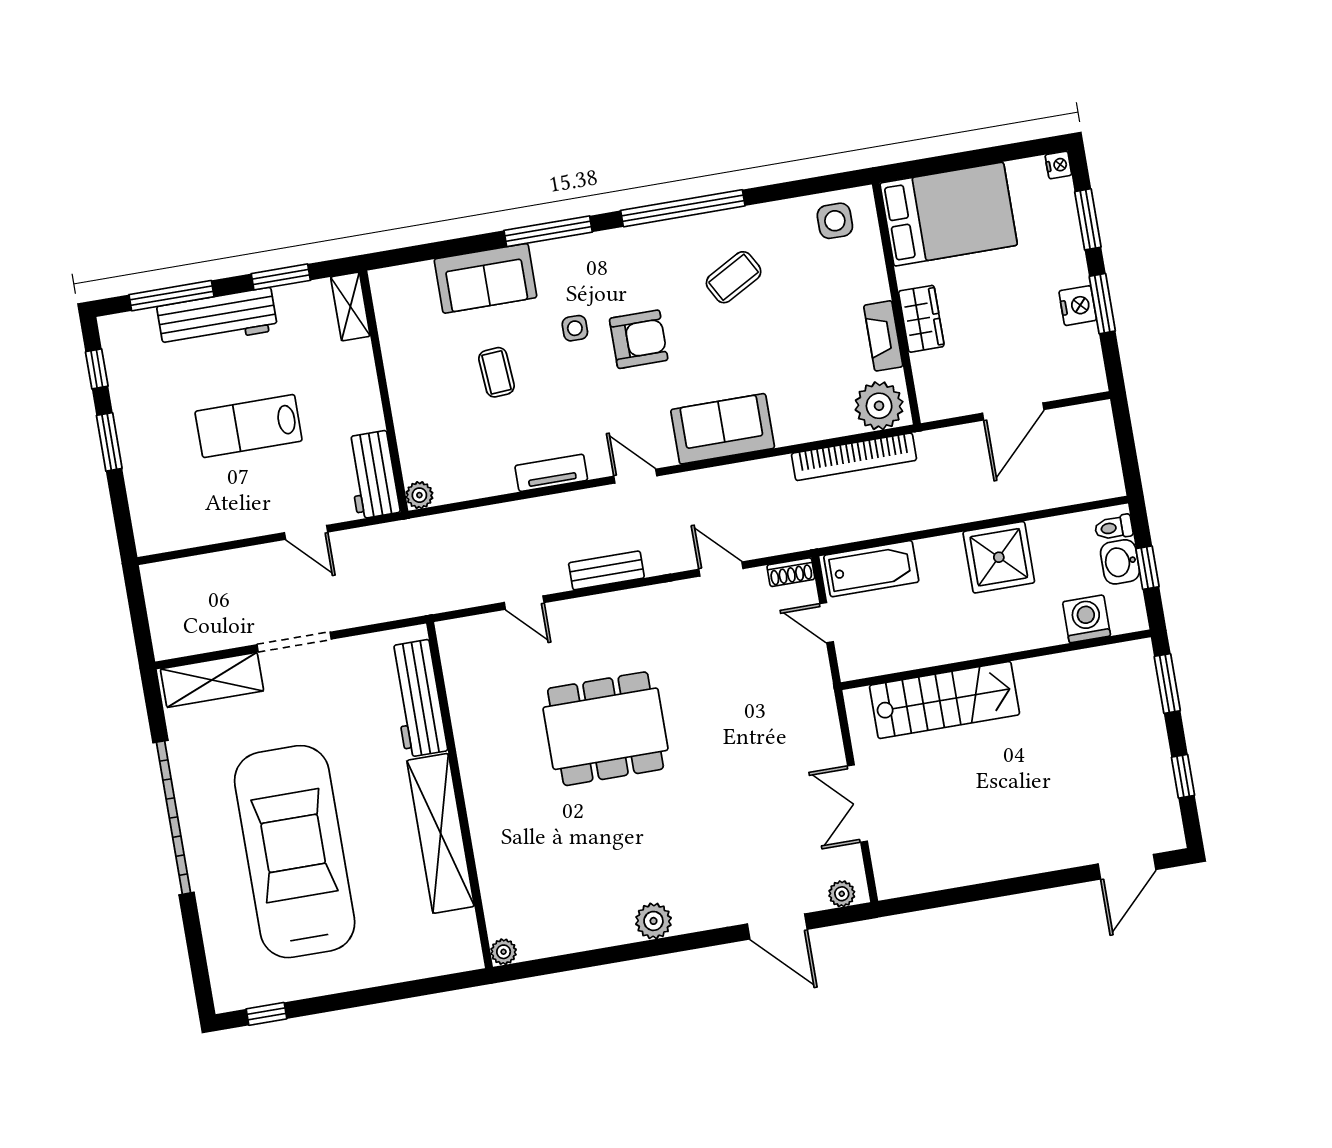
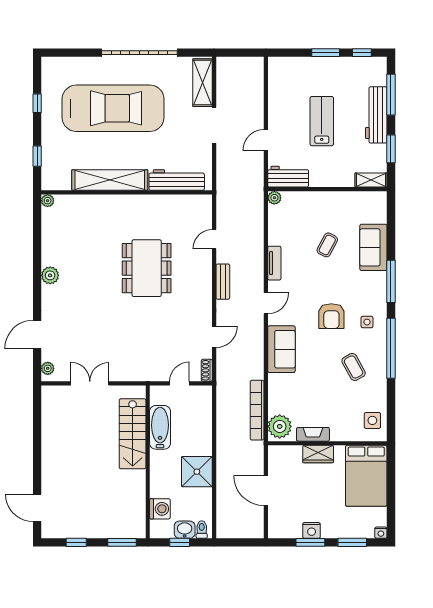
side table: (575, 328) -> (367, 322), moved
coffee table: (496, 372) -> (327, 245), turned -58
bathtub: (871, 569) -> (160, 427), moved, turned 180
window: (417, 988) -> (37, 156), added
window: (266, 1014) -> (37, 103), moved

